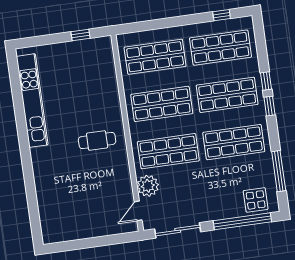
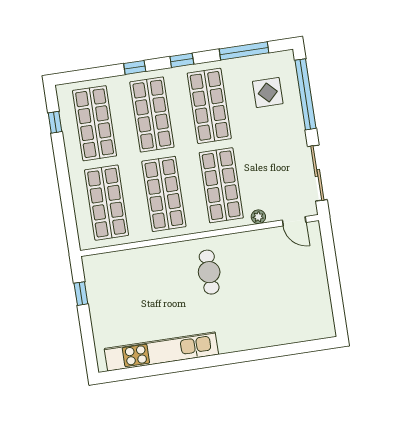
window: (270, 106) -> (182, 60), moved
plant: (148, 186) -> (258, 217), width x0.53, depth x0.53
display table: (256, 200) -> (268, 92), moved

